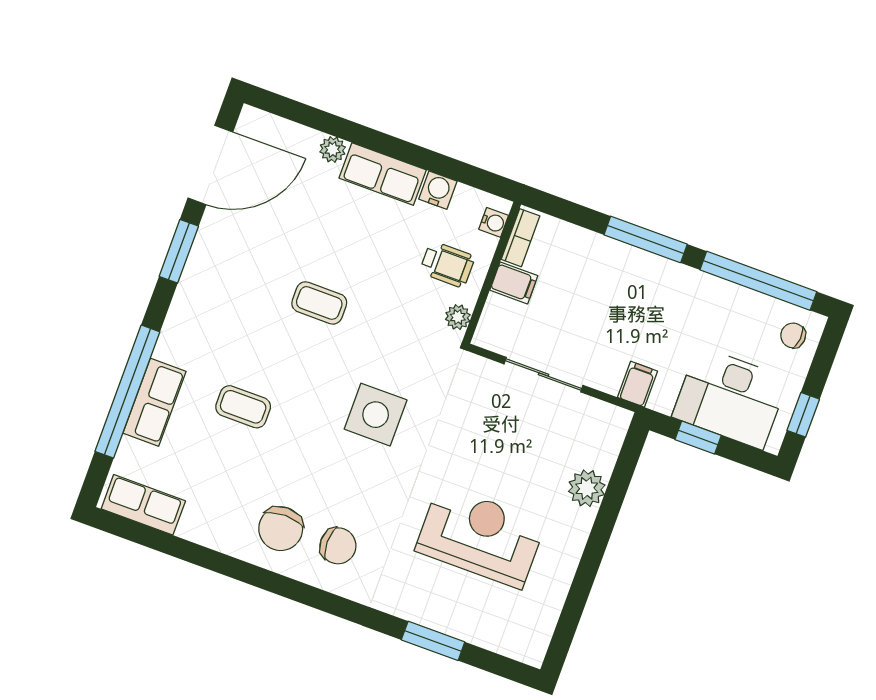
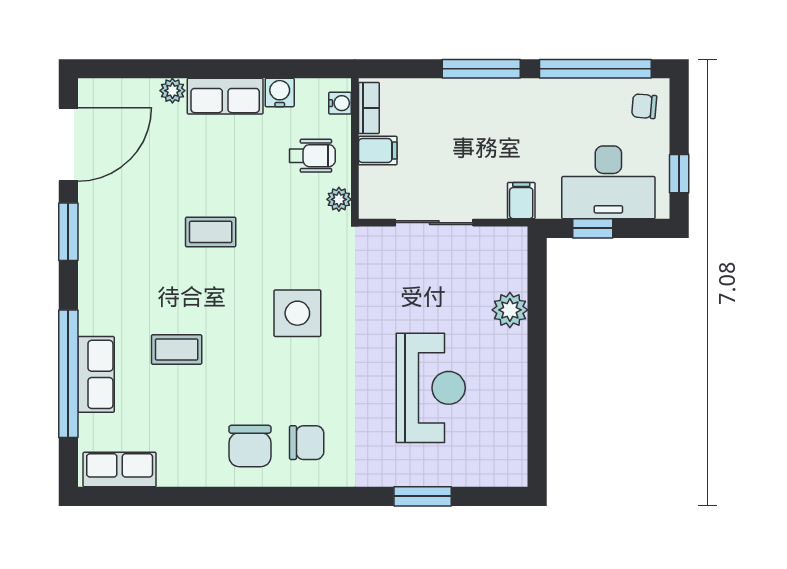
reception desk: (480, 537) -> (431, 388), turned 90

